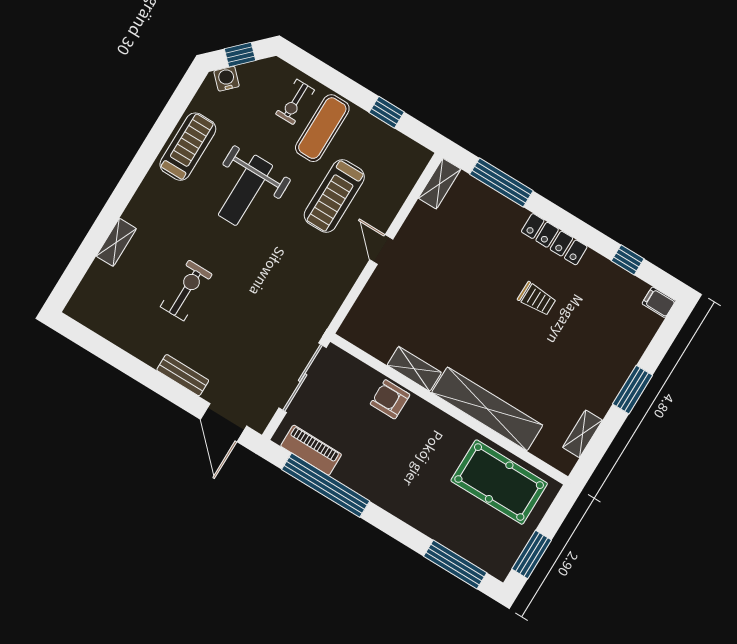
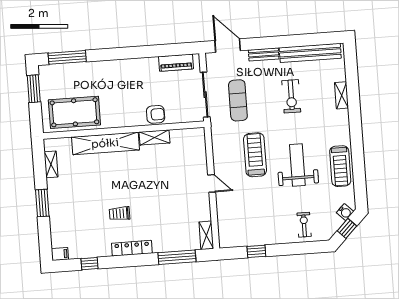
exercise mat: (322, 128) -> (238, 100), moved
treadmill: (334, 196) -> (255, 155), moved
bench: (117, 331) -> (310, 53), added
window: (326, 485) -> (157, 51), removed

